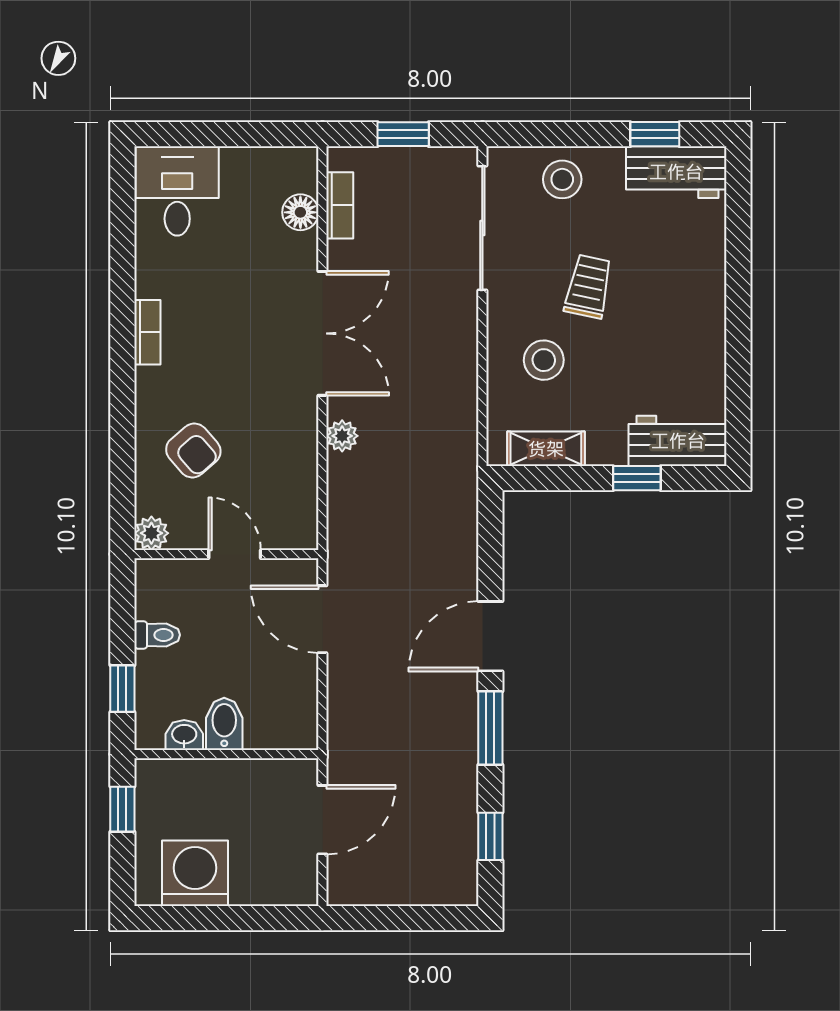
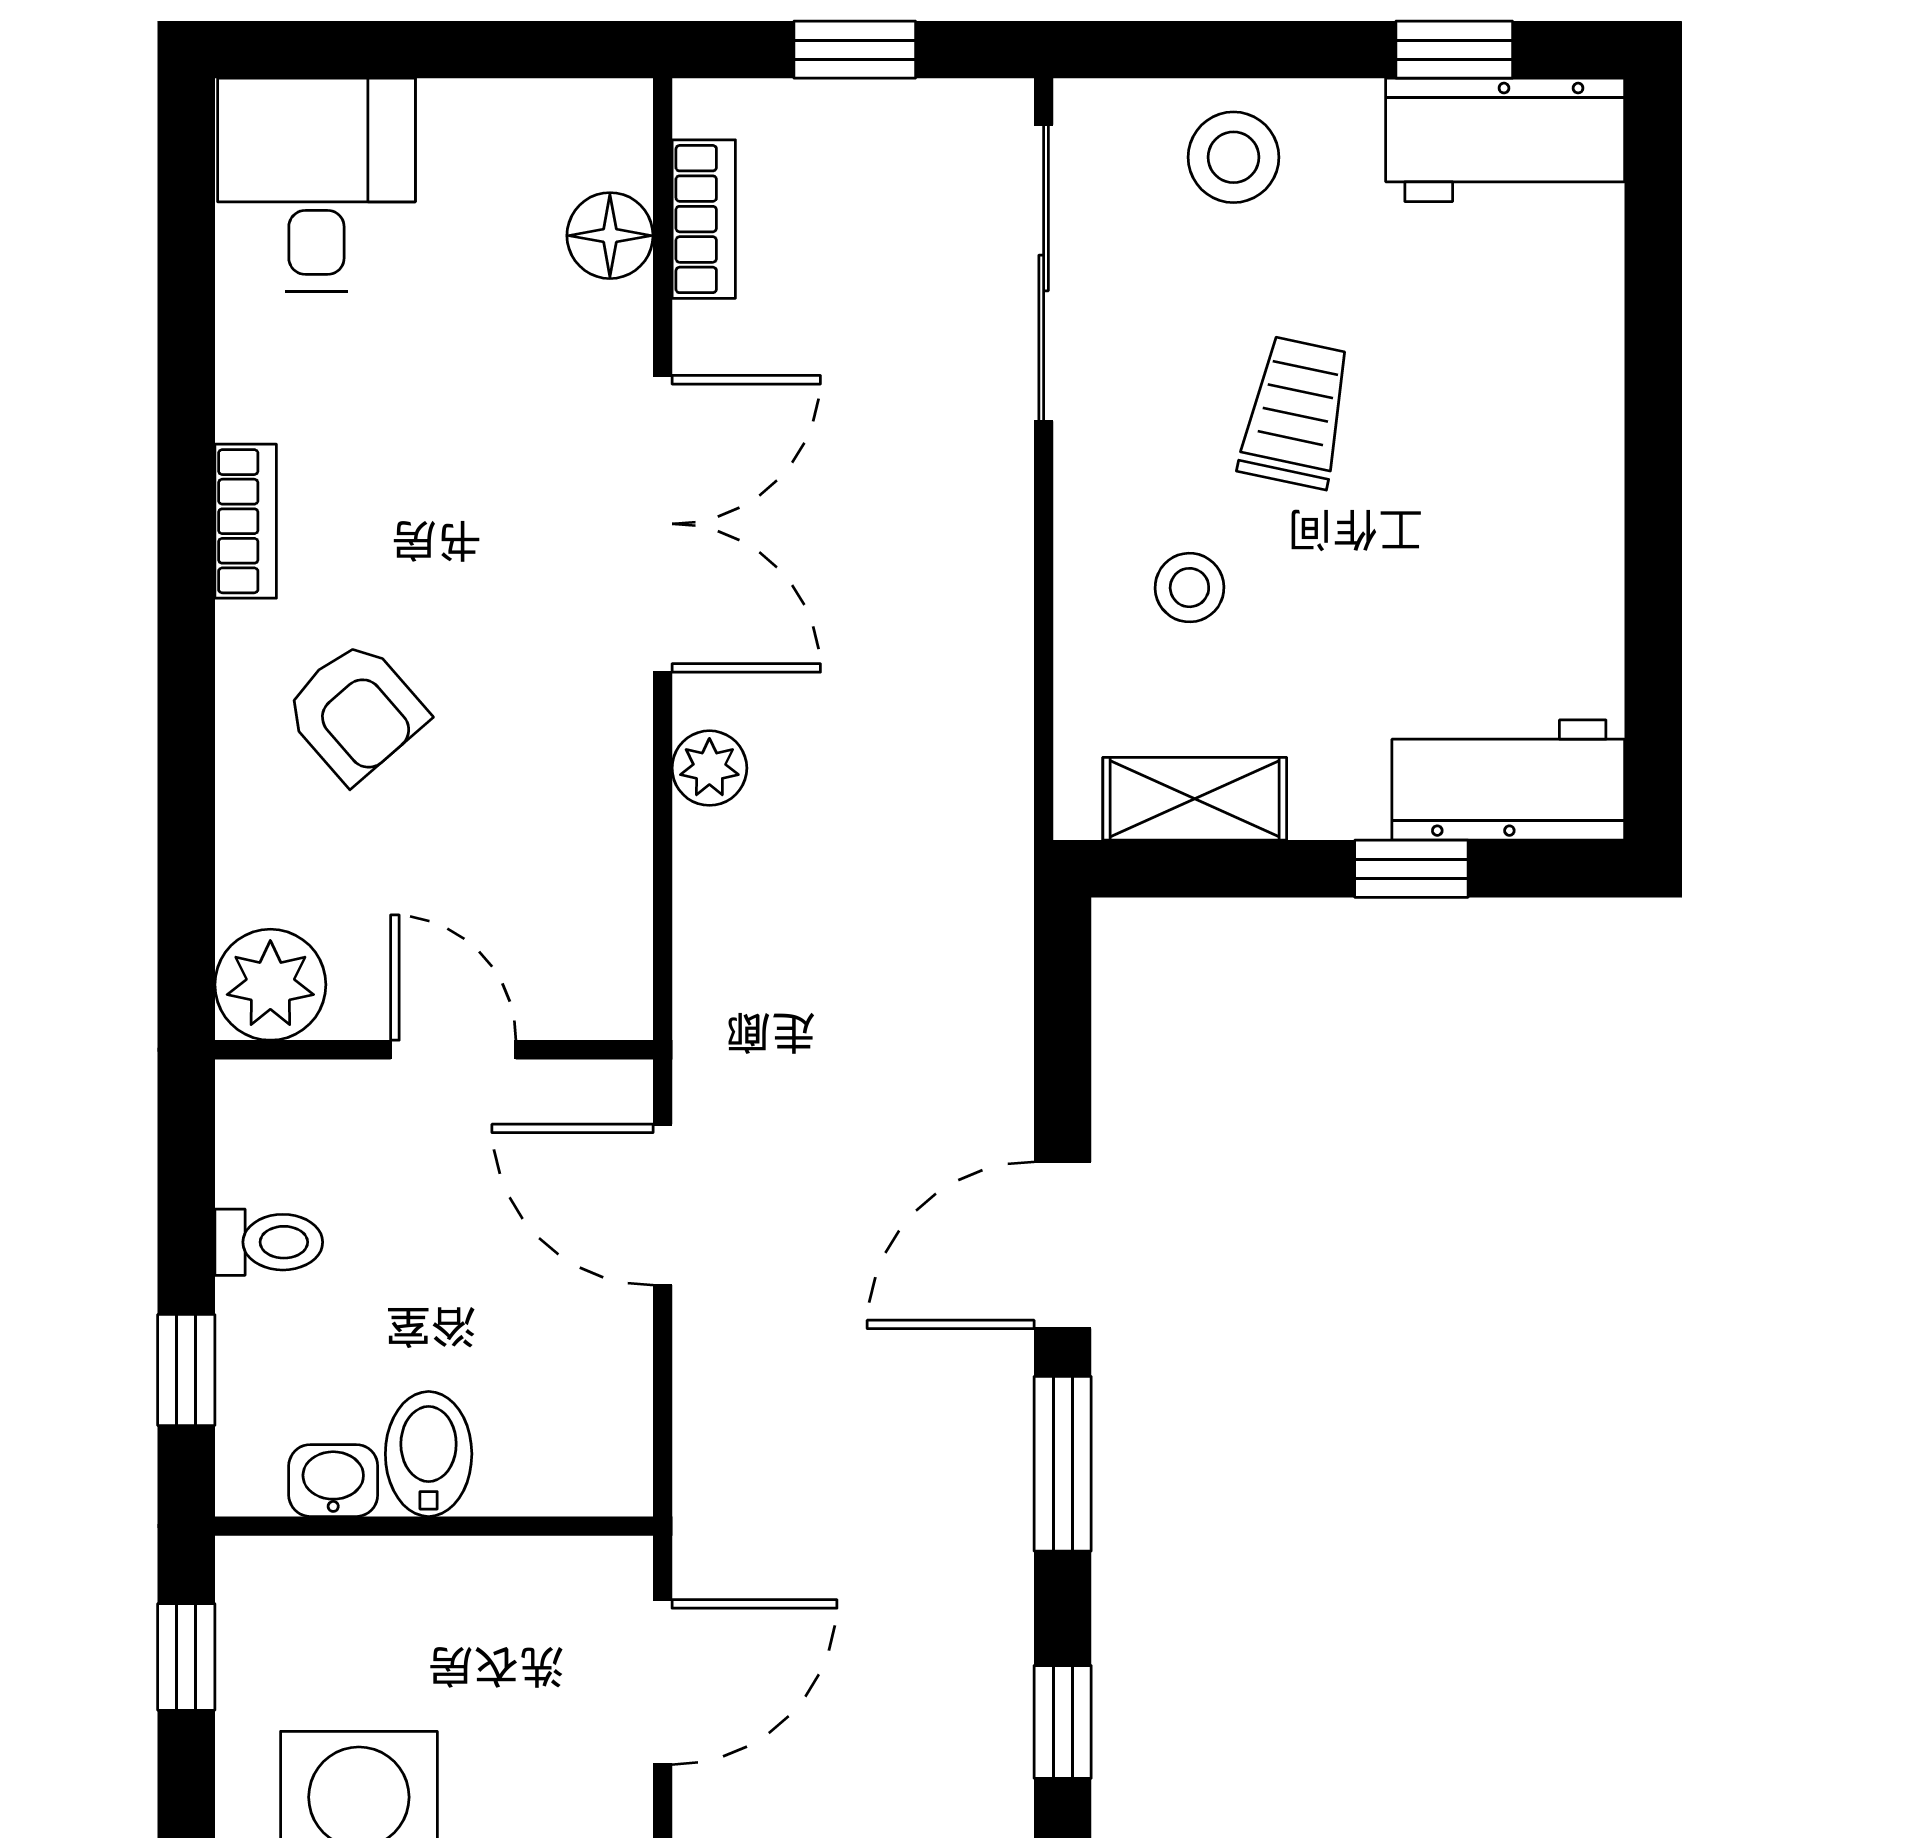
stool: (544, 360) -> (1189, 588), width x0.73, depth x0.73
armchair: (193, 450) -> (355, 712), moved
plant: (151, 533) -> (270, 985), width x1.38, depth x1.38

